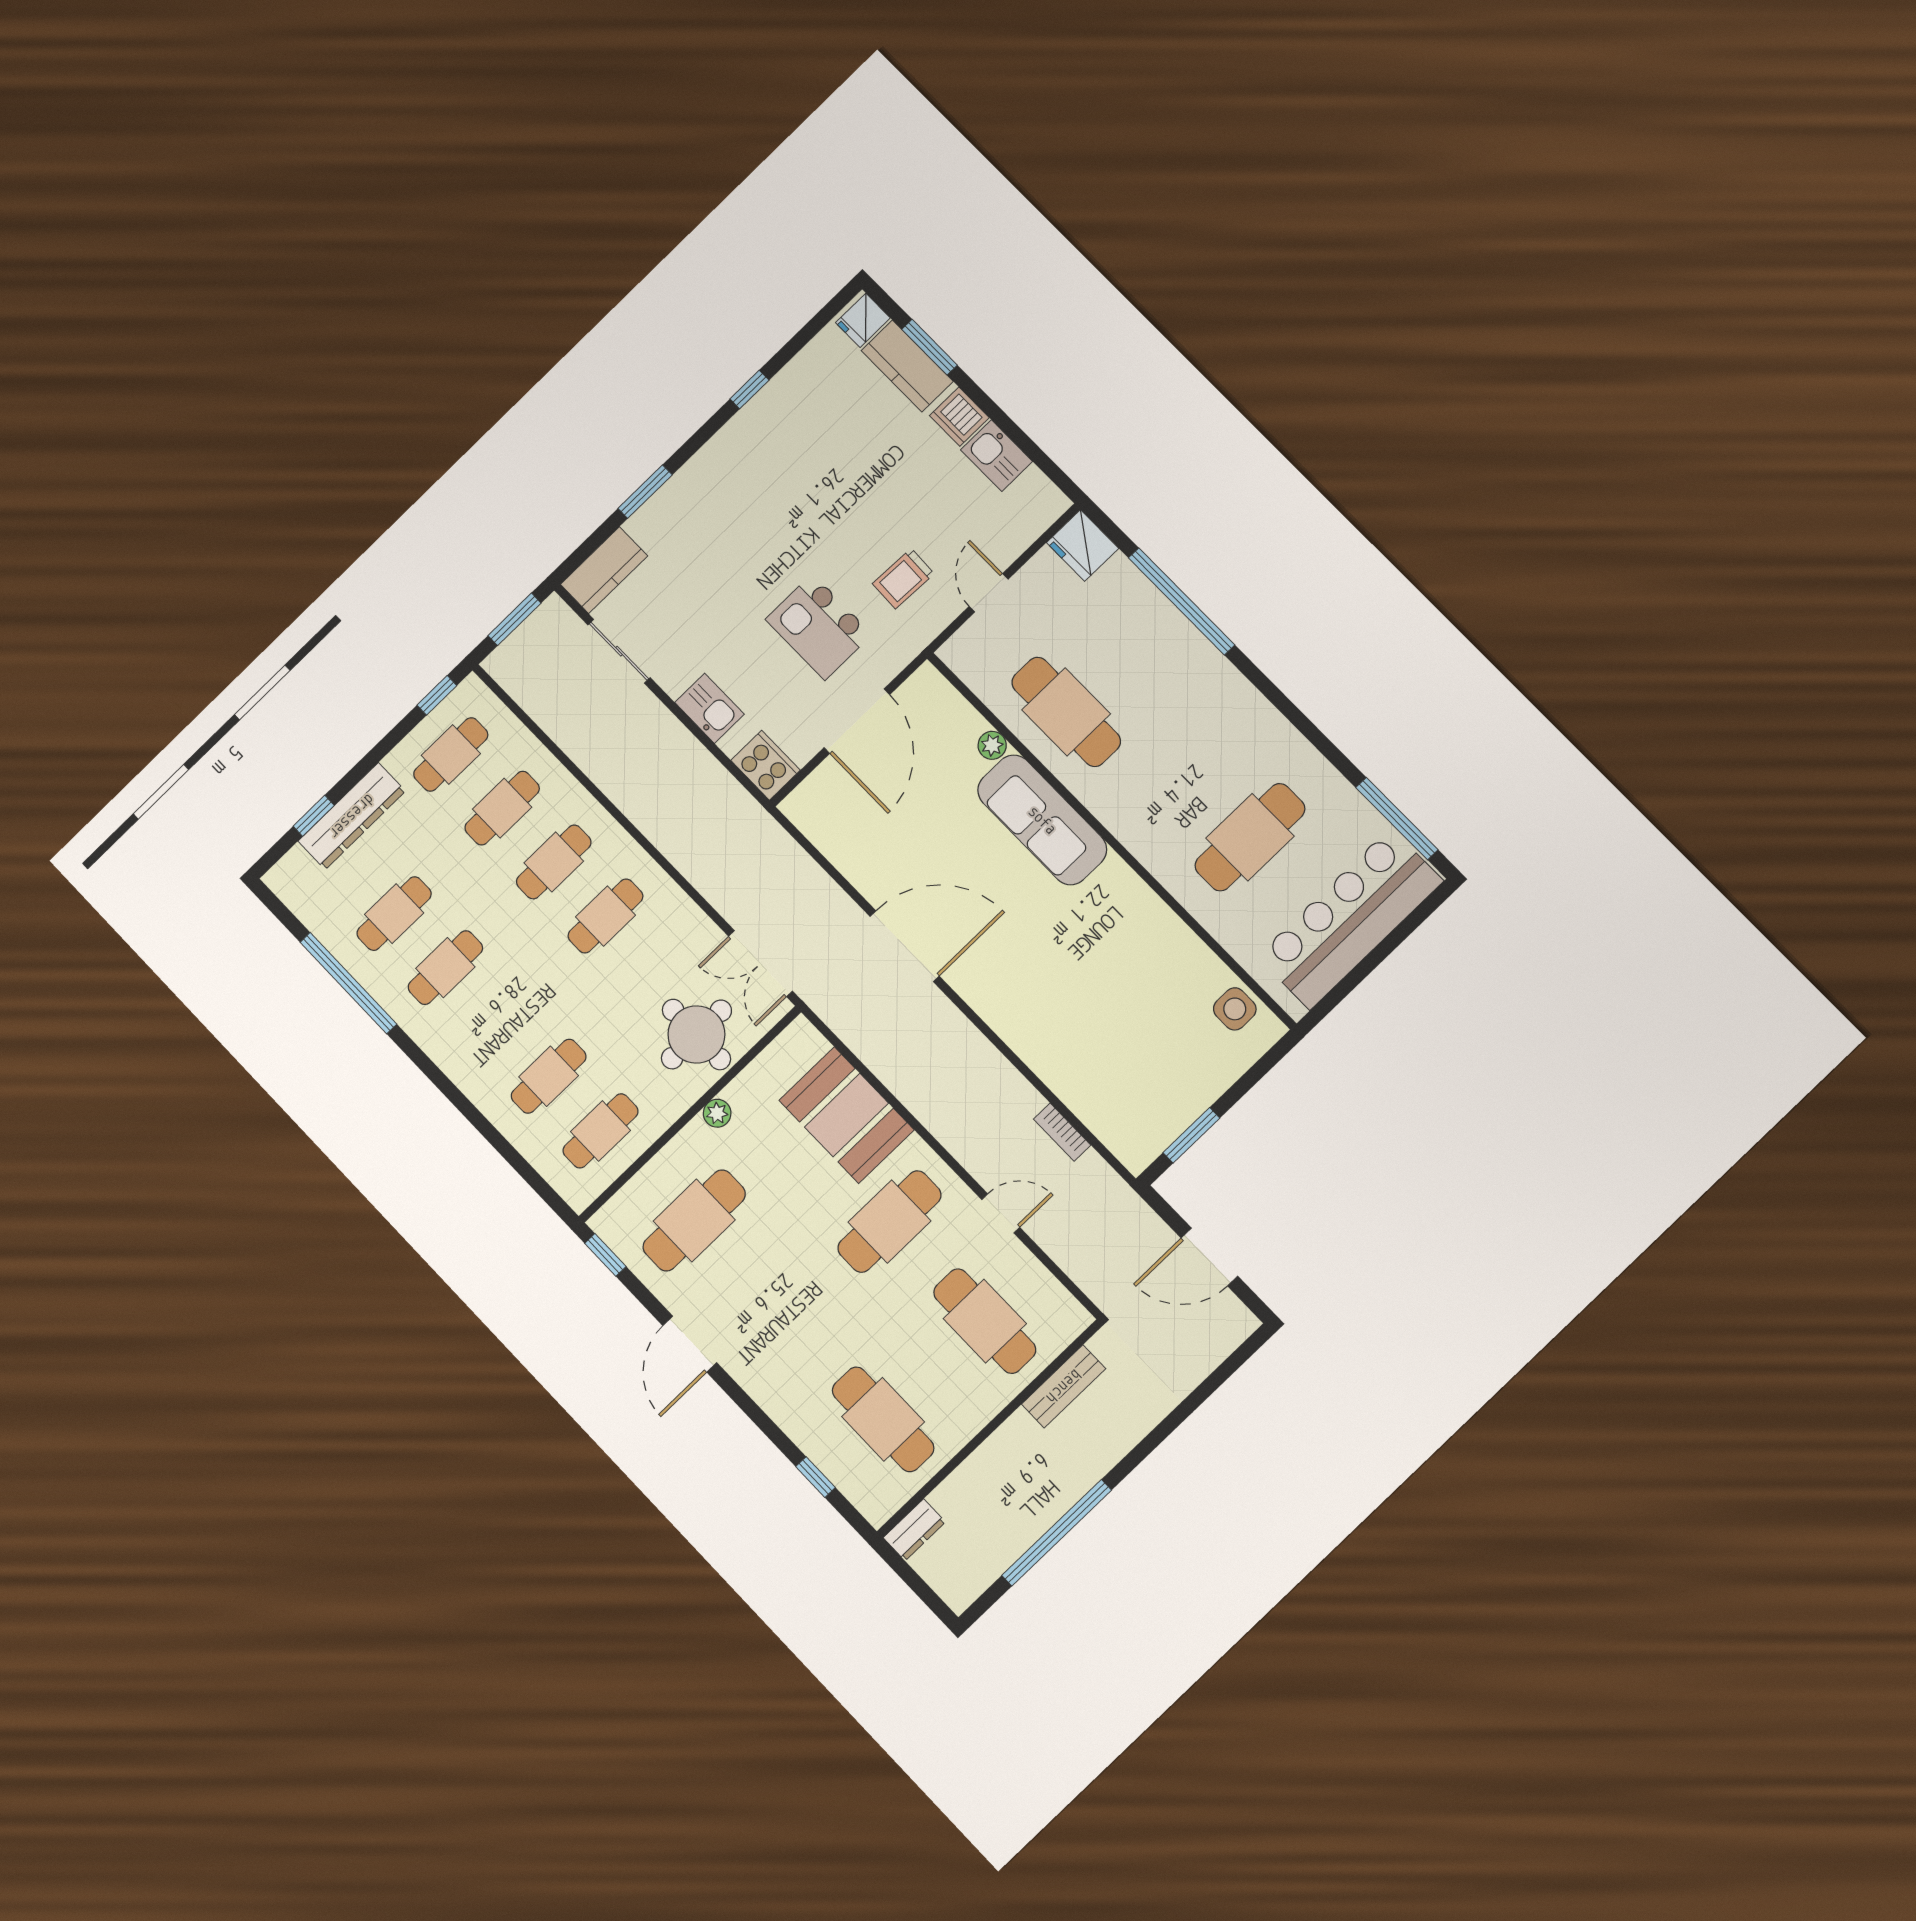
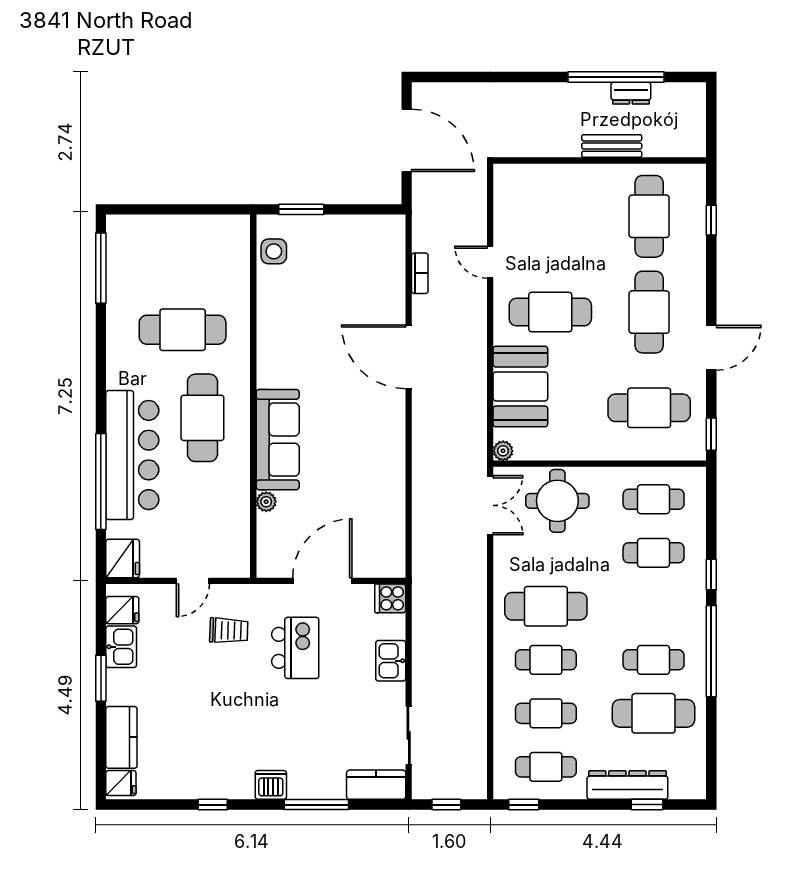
window: (930, 347) -> (101, 678), moved
dishwasher: (959, 417) -> (271, 785), moved, turned -90
window: (645, 492) -> (316, 805), width x1.44
fridge: (1032, 493) -> (122, 610), added
window: (515, 619) -> (446, 805), width x0.67
cafe table: (1066, 712) -> (202, 418), moved
cooker: (766, 765) -> (390, 598), width x0.73
cafe table: (394, 914) -> (654, 713), width x1.37, depth x1.35
cafe table: (605, 916) -> (546, 606), width x1.37, depth x1.35
bar counter: (1350, 919) -> (132, 455), moved, turned -90
door: (905, 946) -> (409, 357), moved
window: (348, 983) -> (711, 651), moved
window: (469, 1111) -> (711, 575), added
plant: (717, 1113) -> (503, 451), moved
window: (1191, 1135) -> (301, 209), moved
door: (1209, 1257) -> (407, 140), width x1.36
cafe table: (985, 1321) -> (649, 312), moved
bench: (1064, 1386) -> (612, 146), moved
dresser: (914, 1530) -> (631, 93), moved, turned 180

